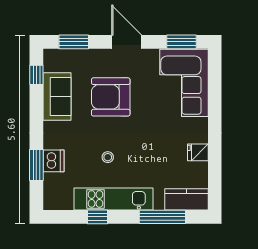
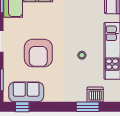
sofa: (57, 97) -> (26, 92), moved
dishwasher: (53, 161) -> (95, 94), moved

